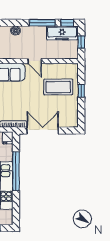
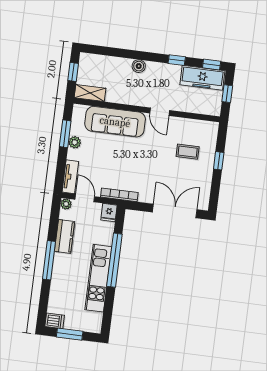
window: (42, 23) -> (177, 60), width x0.46
coffee table: (58, 87) -> (188, 152), width x0.54, depth x0.58
double door: (43, 131) -> (175, 211), moved

